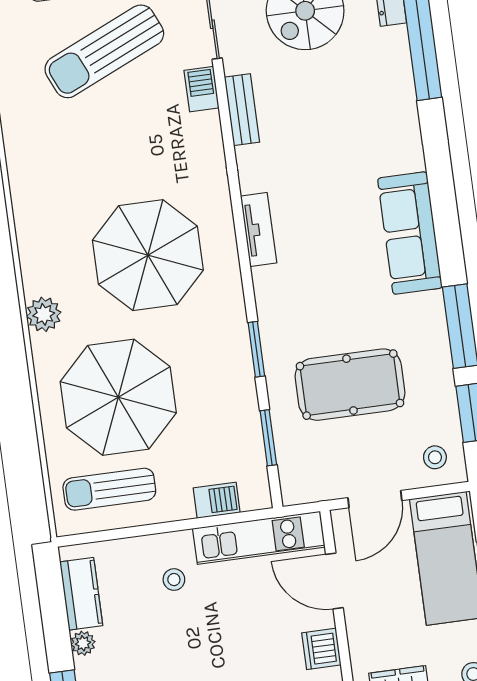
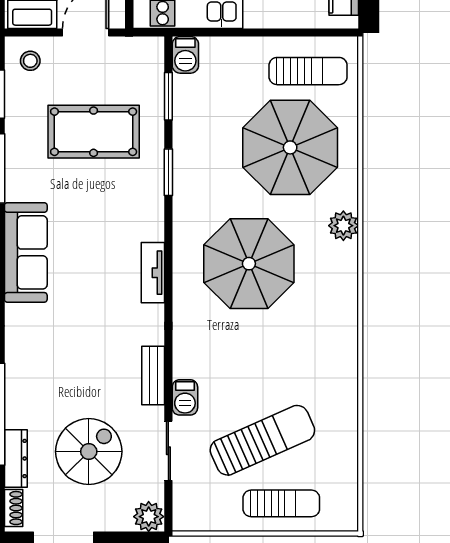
barbecue: (217, 500) -> (185, 55), moved, turned -90

